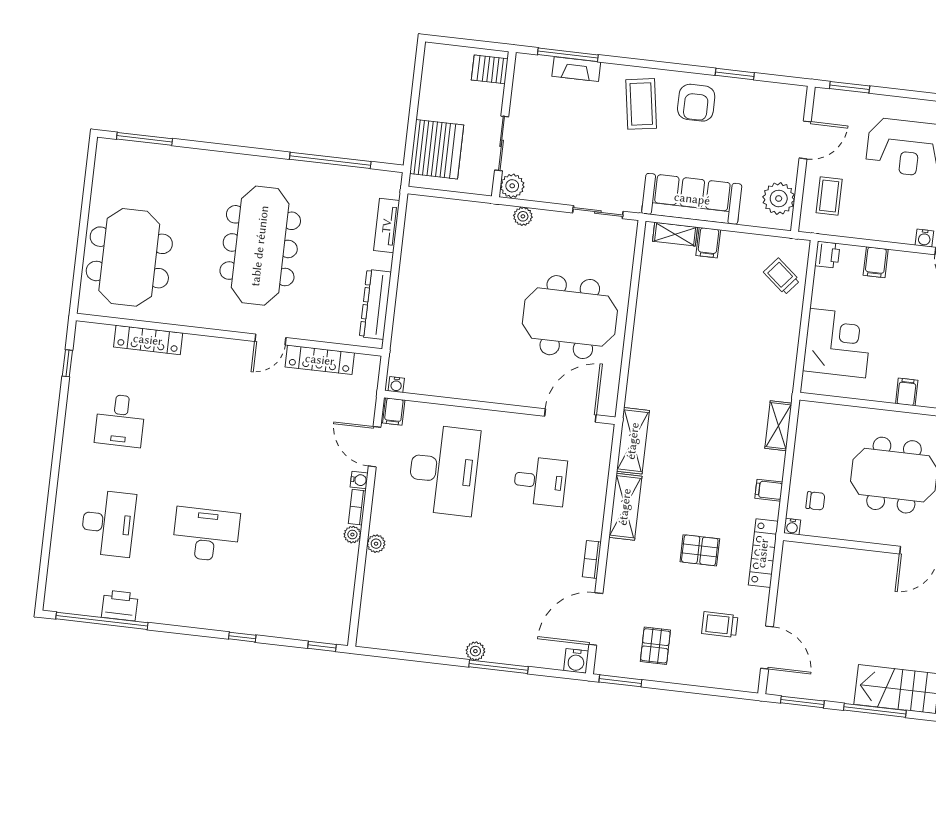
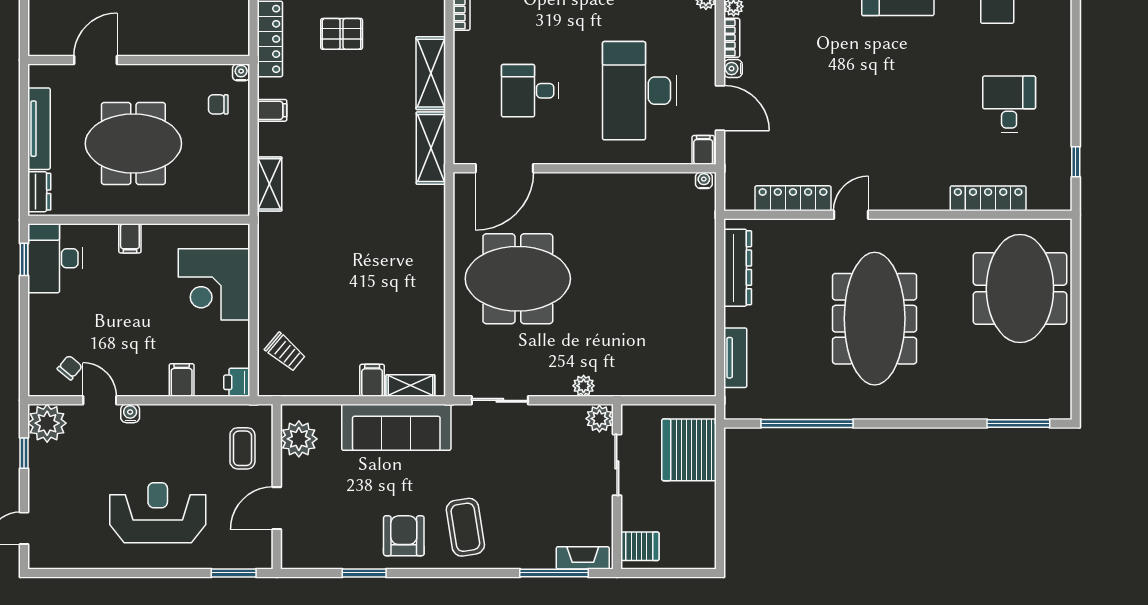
fireplace: (576, 69) -> (583, 558), moved

